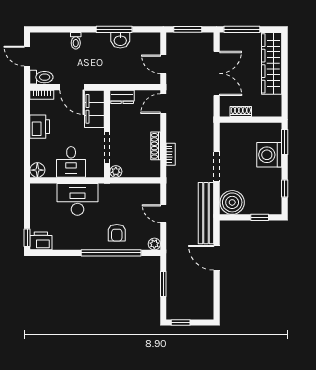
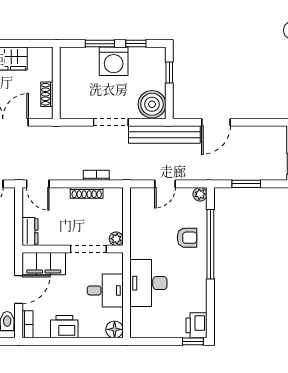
window: (285, 142) -> (100, 44), moved
washing machine: (269, 155) -> (114, 61), moved

